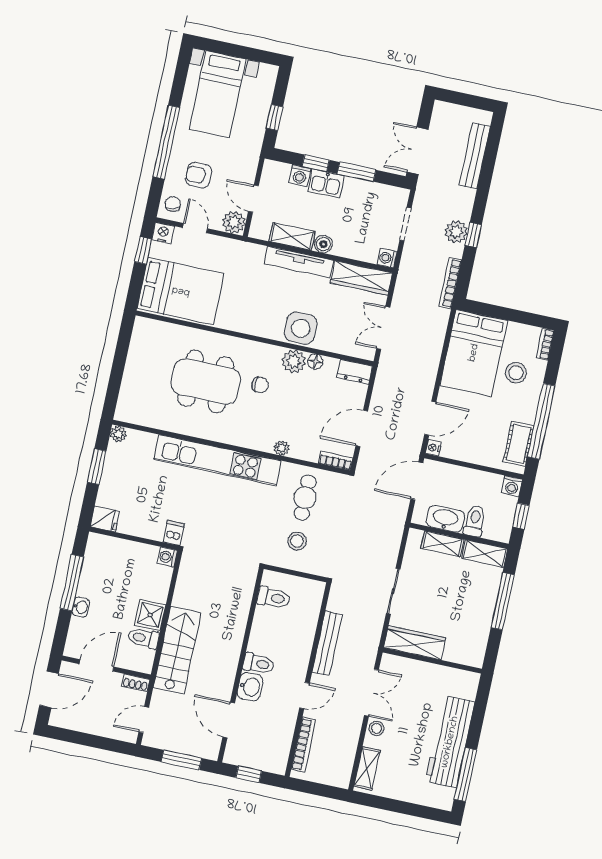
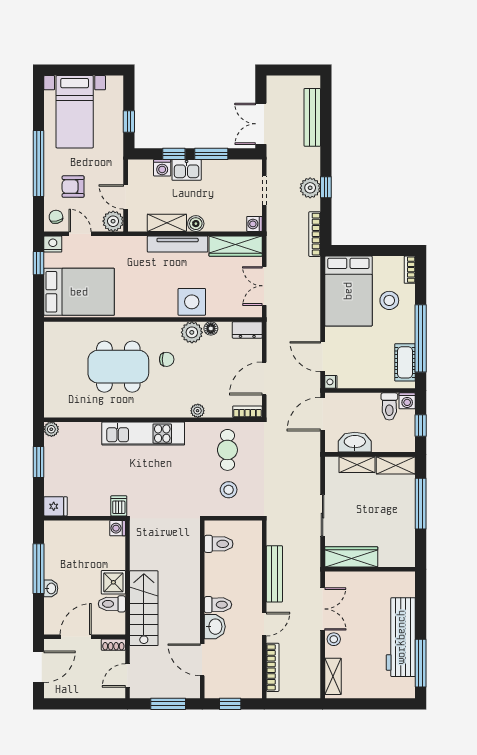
door: (430, 418) -> (323, 357), swing flipped
kitchen unit: (217, 460) -> (143, 434), width x0.73
toilet: (475, 521) -> (389, 406), moved, turned 180

